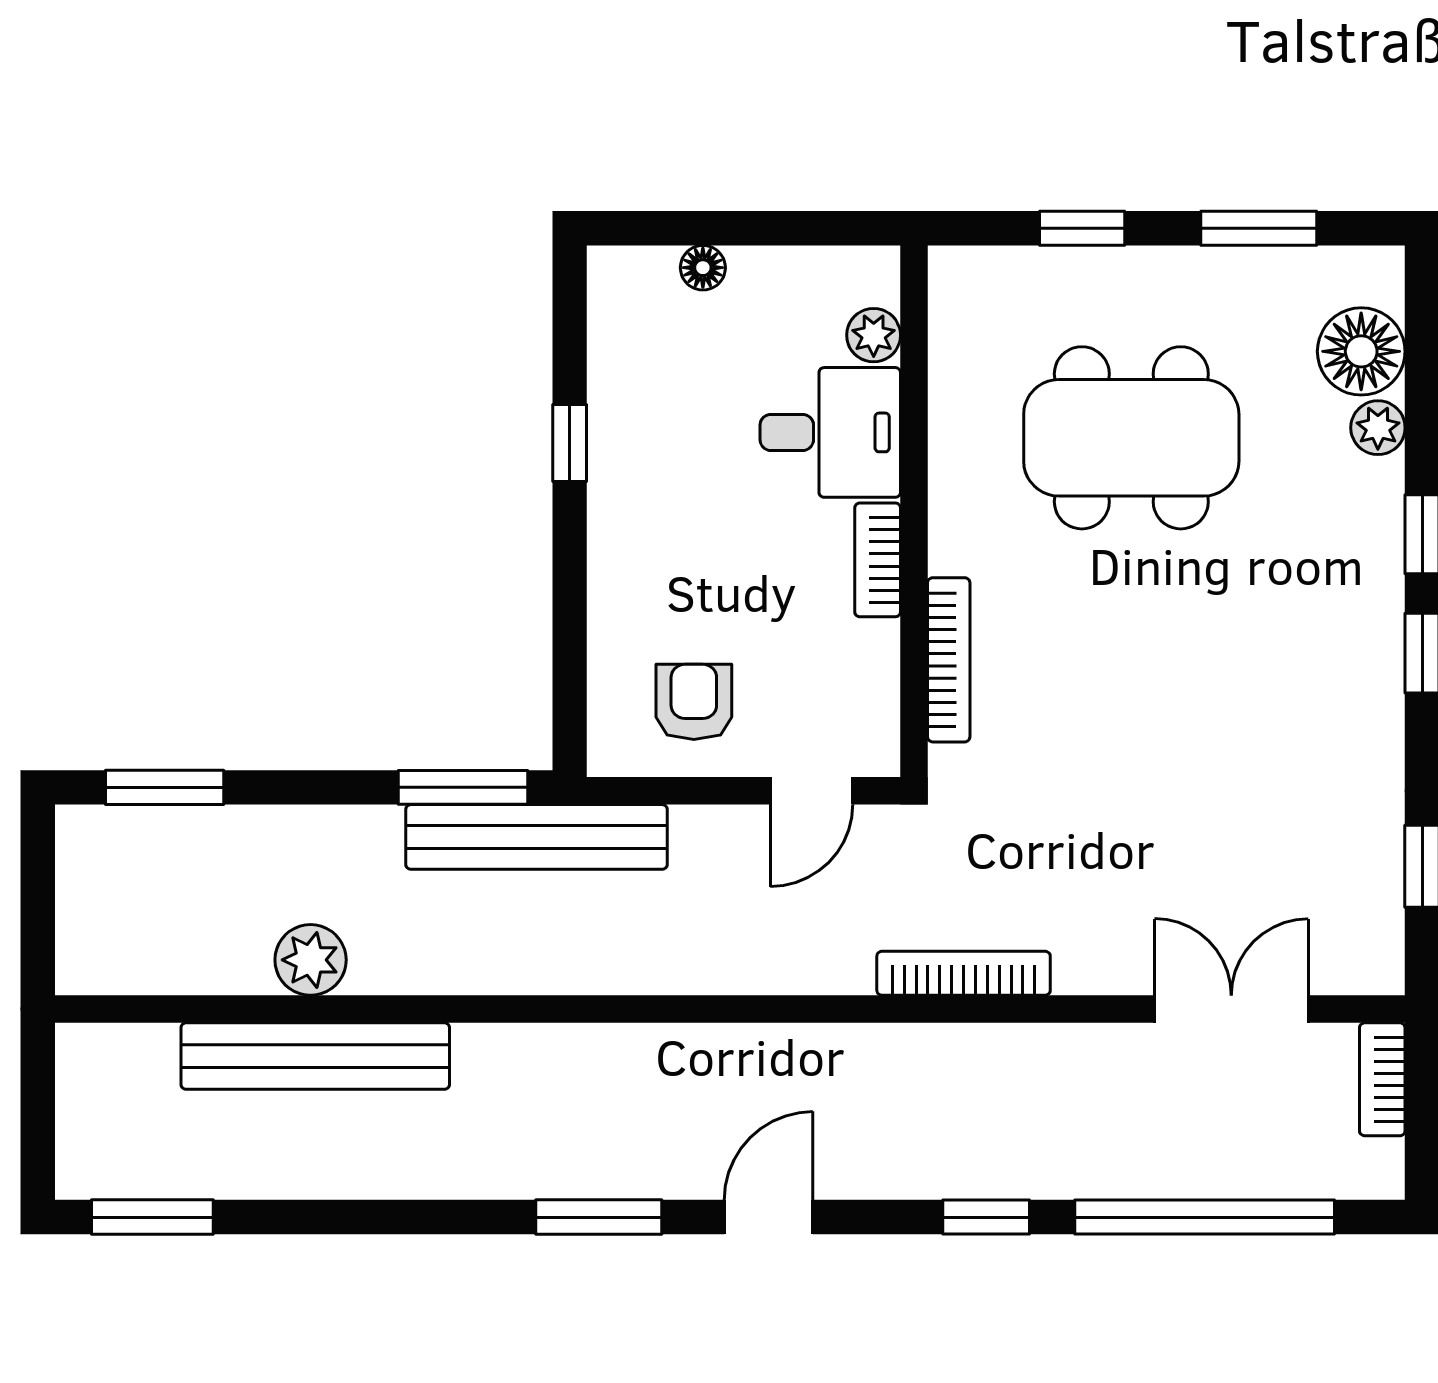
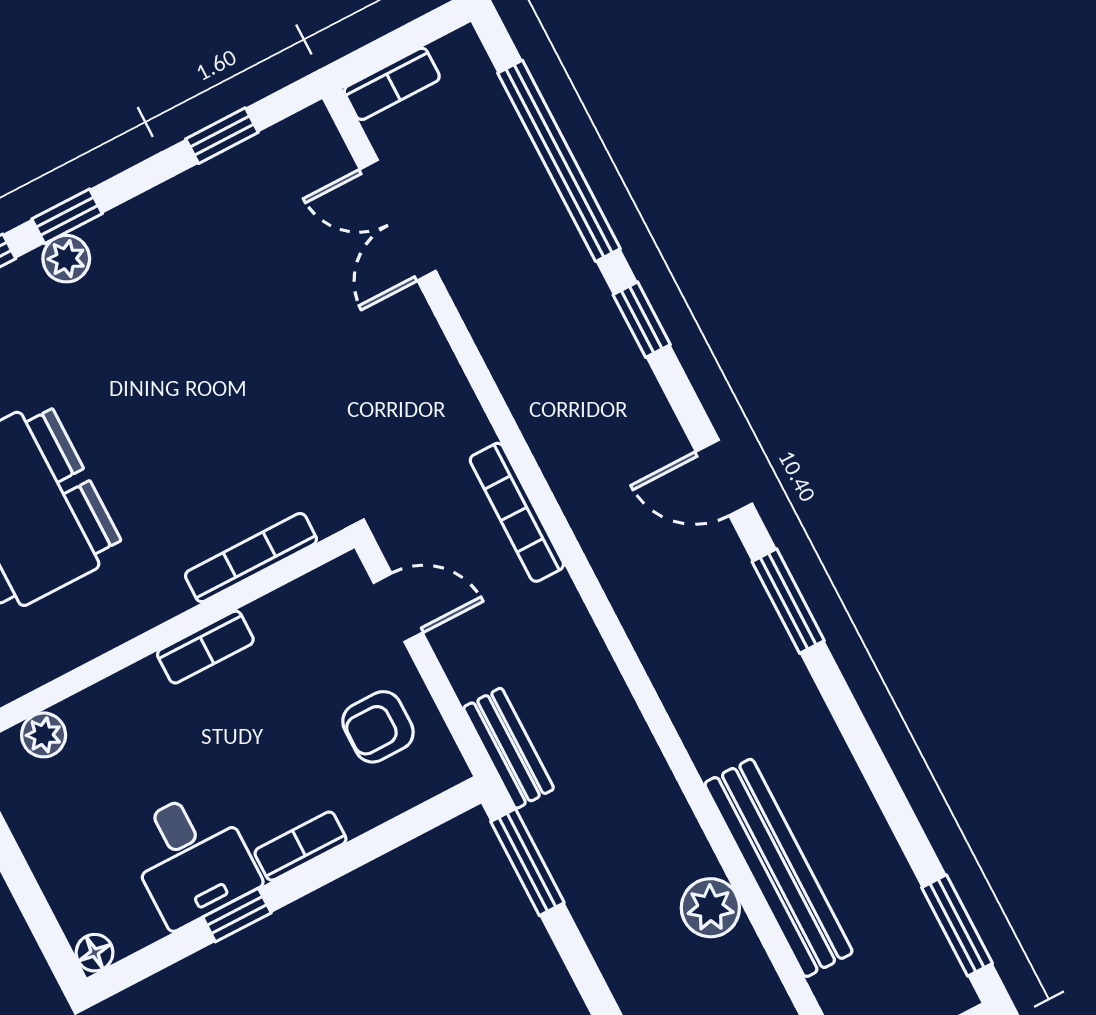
floor lamp: (703, 268) -> (95, 953), moved
desk: (830, 432) -> (192, 858), moved, turned 180
bookcase: (608, 551) -> (300, 846), added
plant: (1377, 628) -> (66, 259), added
bench: (537, 837) -> (509, 748), width x0.54, depth x0.82
bookcase: (964, 973) -> (517, 512), moved

